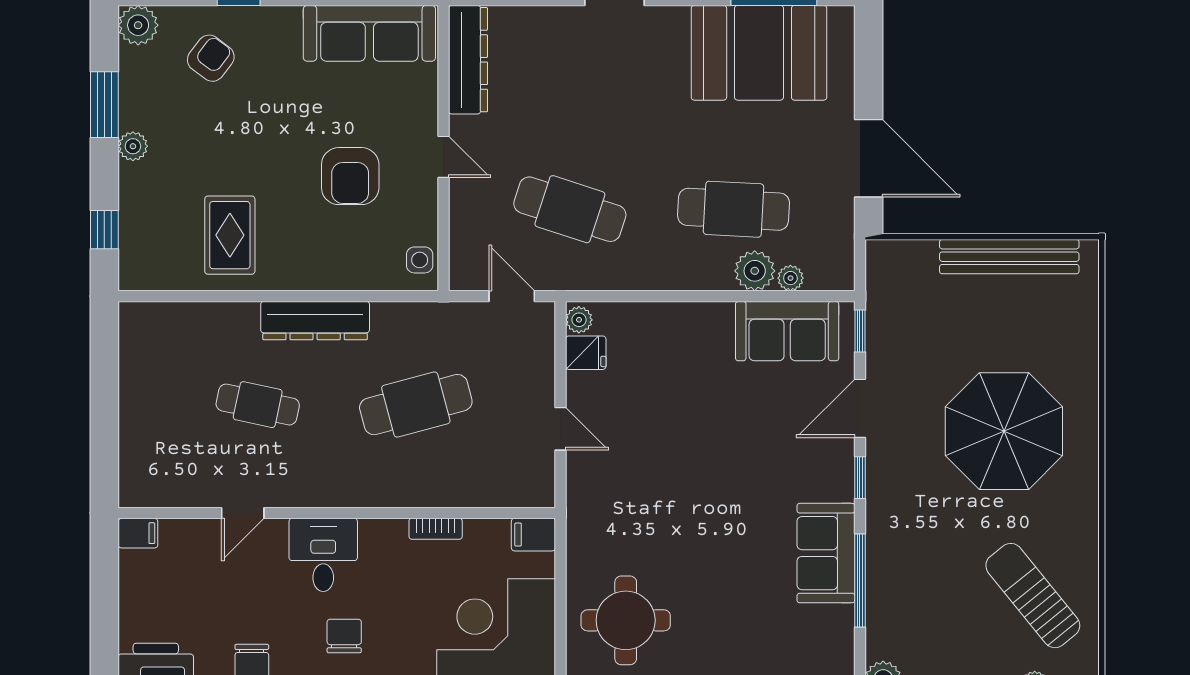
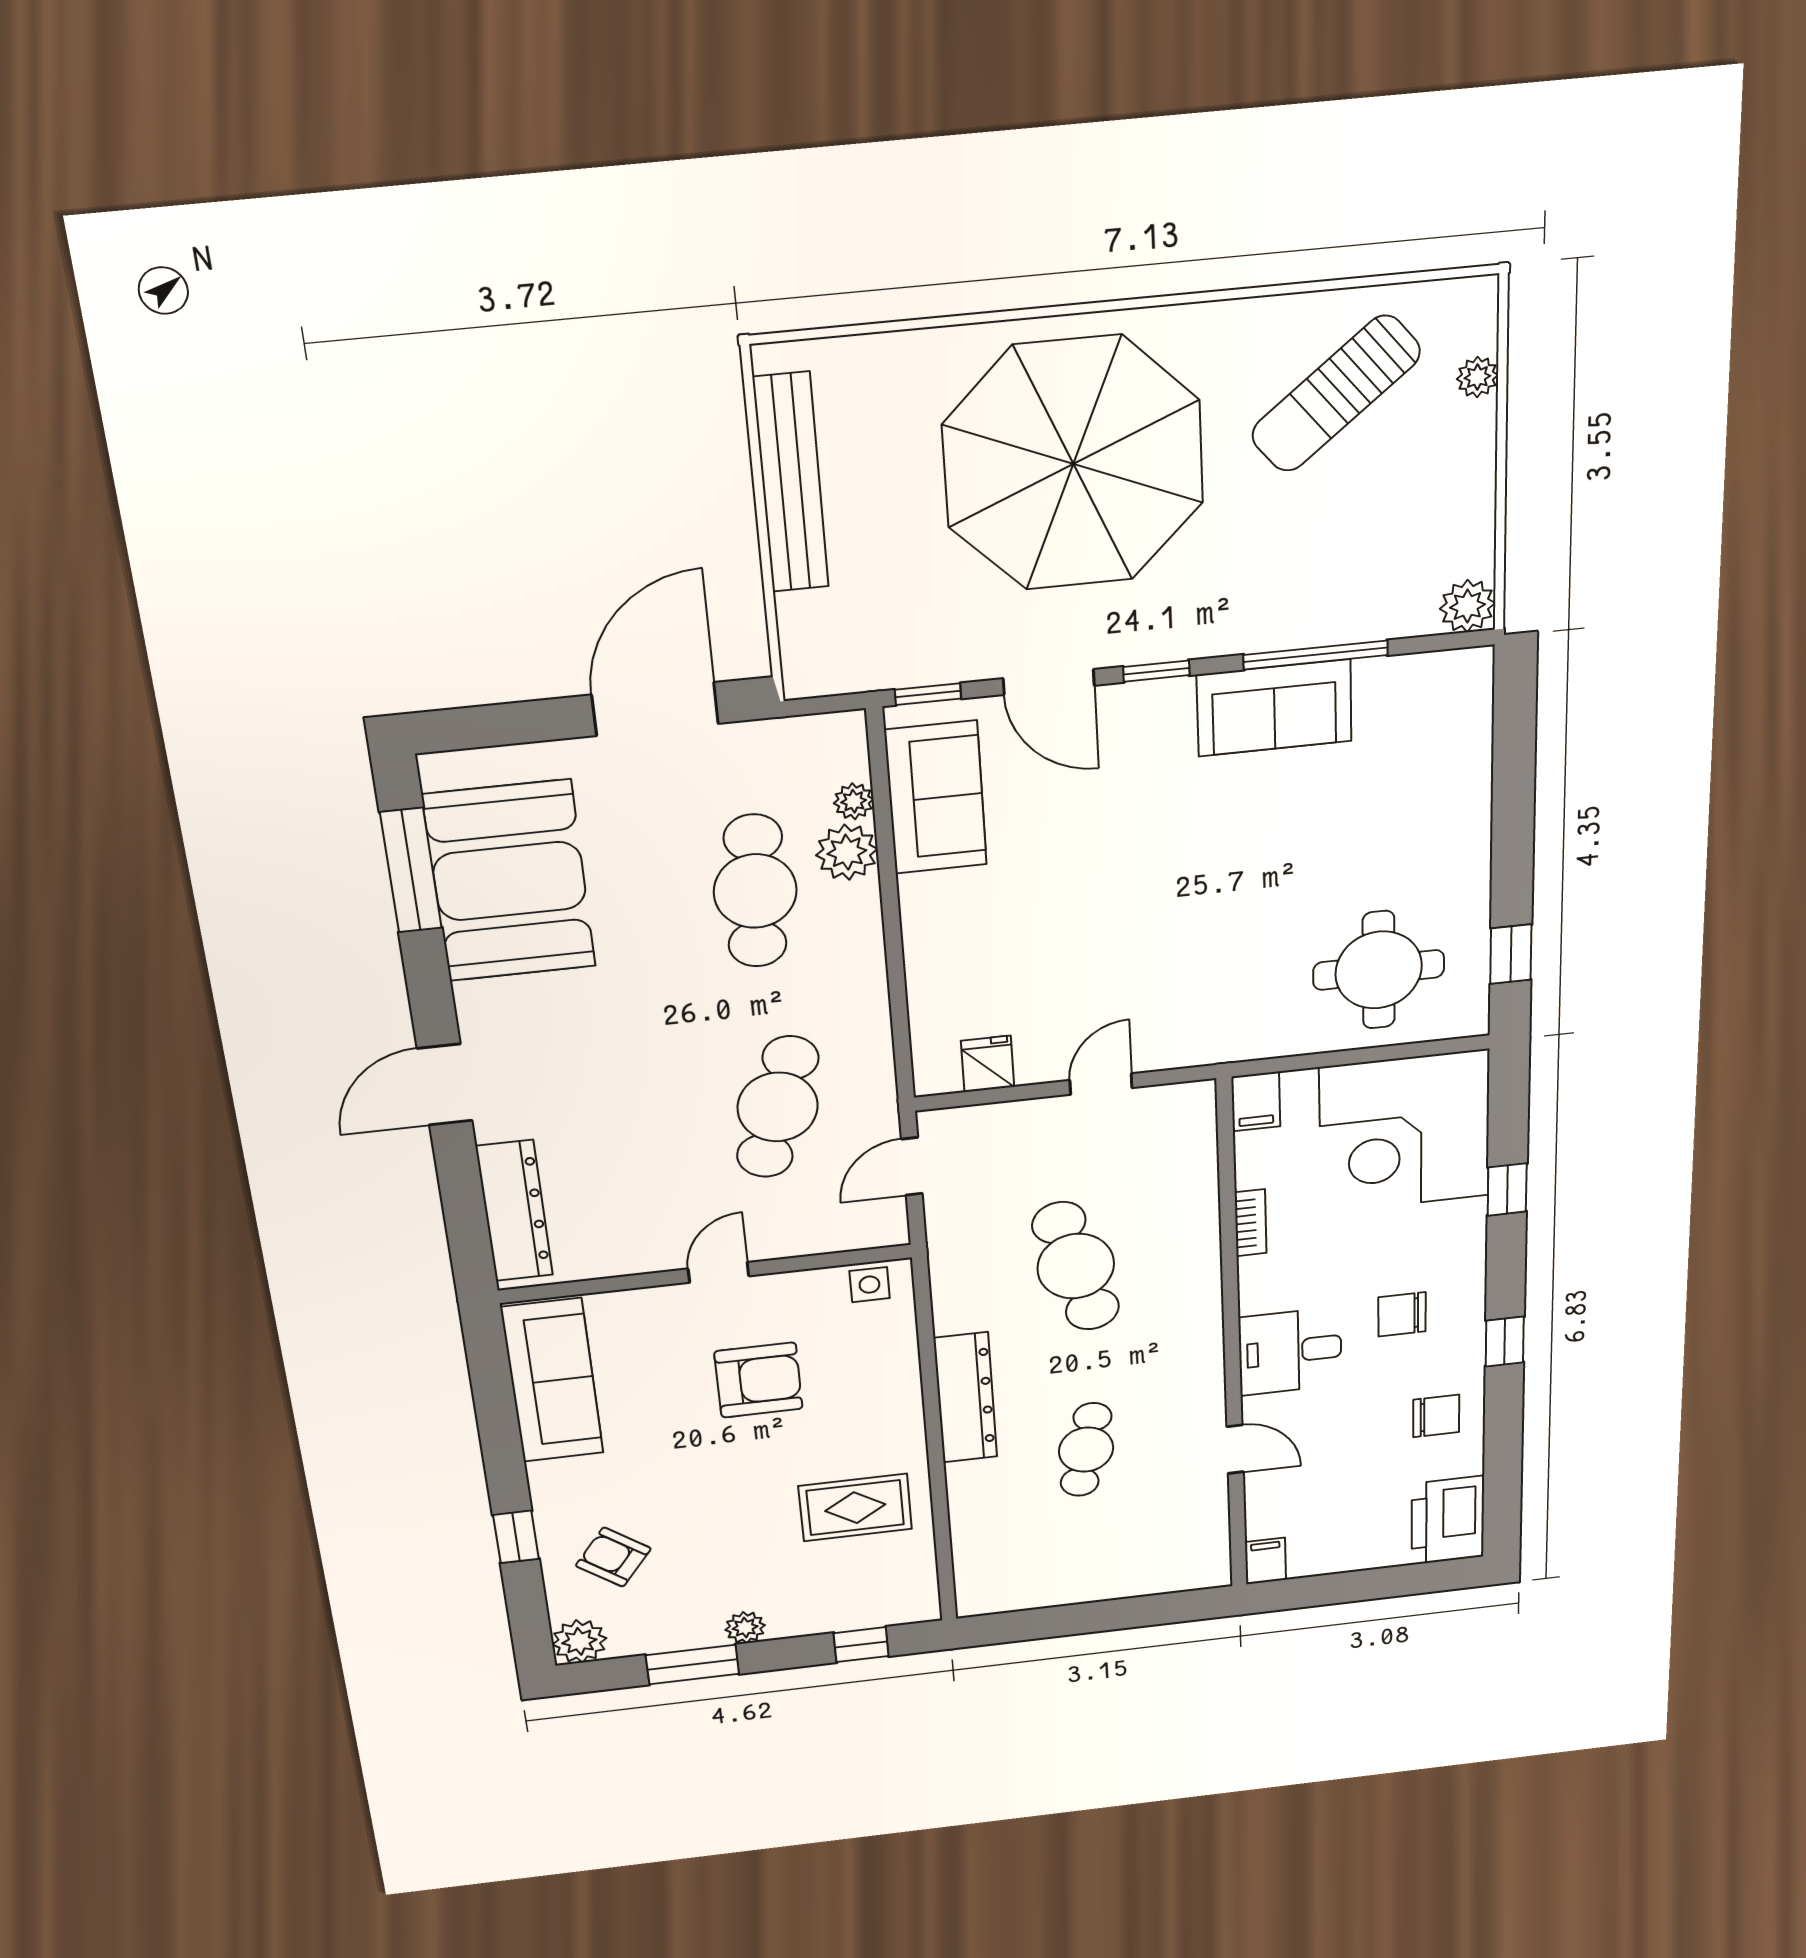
dresser: (468, 60) -> (514, 1211), moved, turned 90
plant: (579, 320) -> (940, 1078), removed
parasol: (1004, 431) -> (1073, 464), width x1.36, depth x1.36

